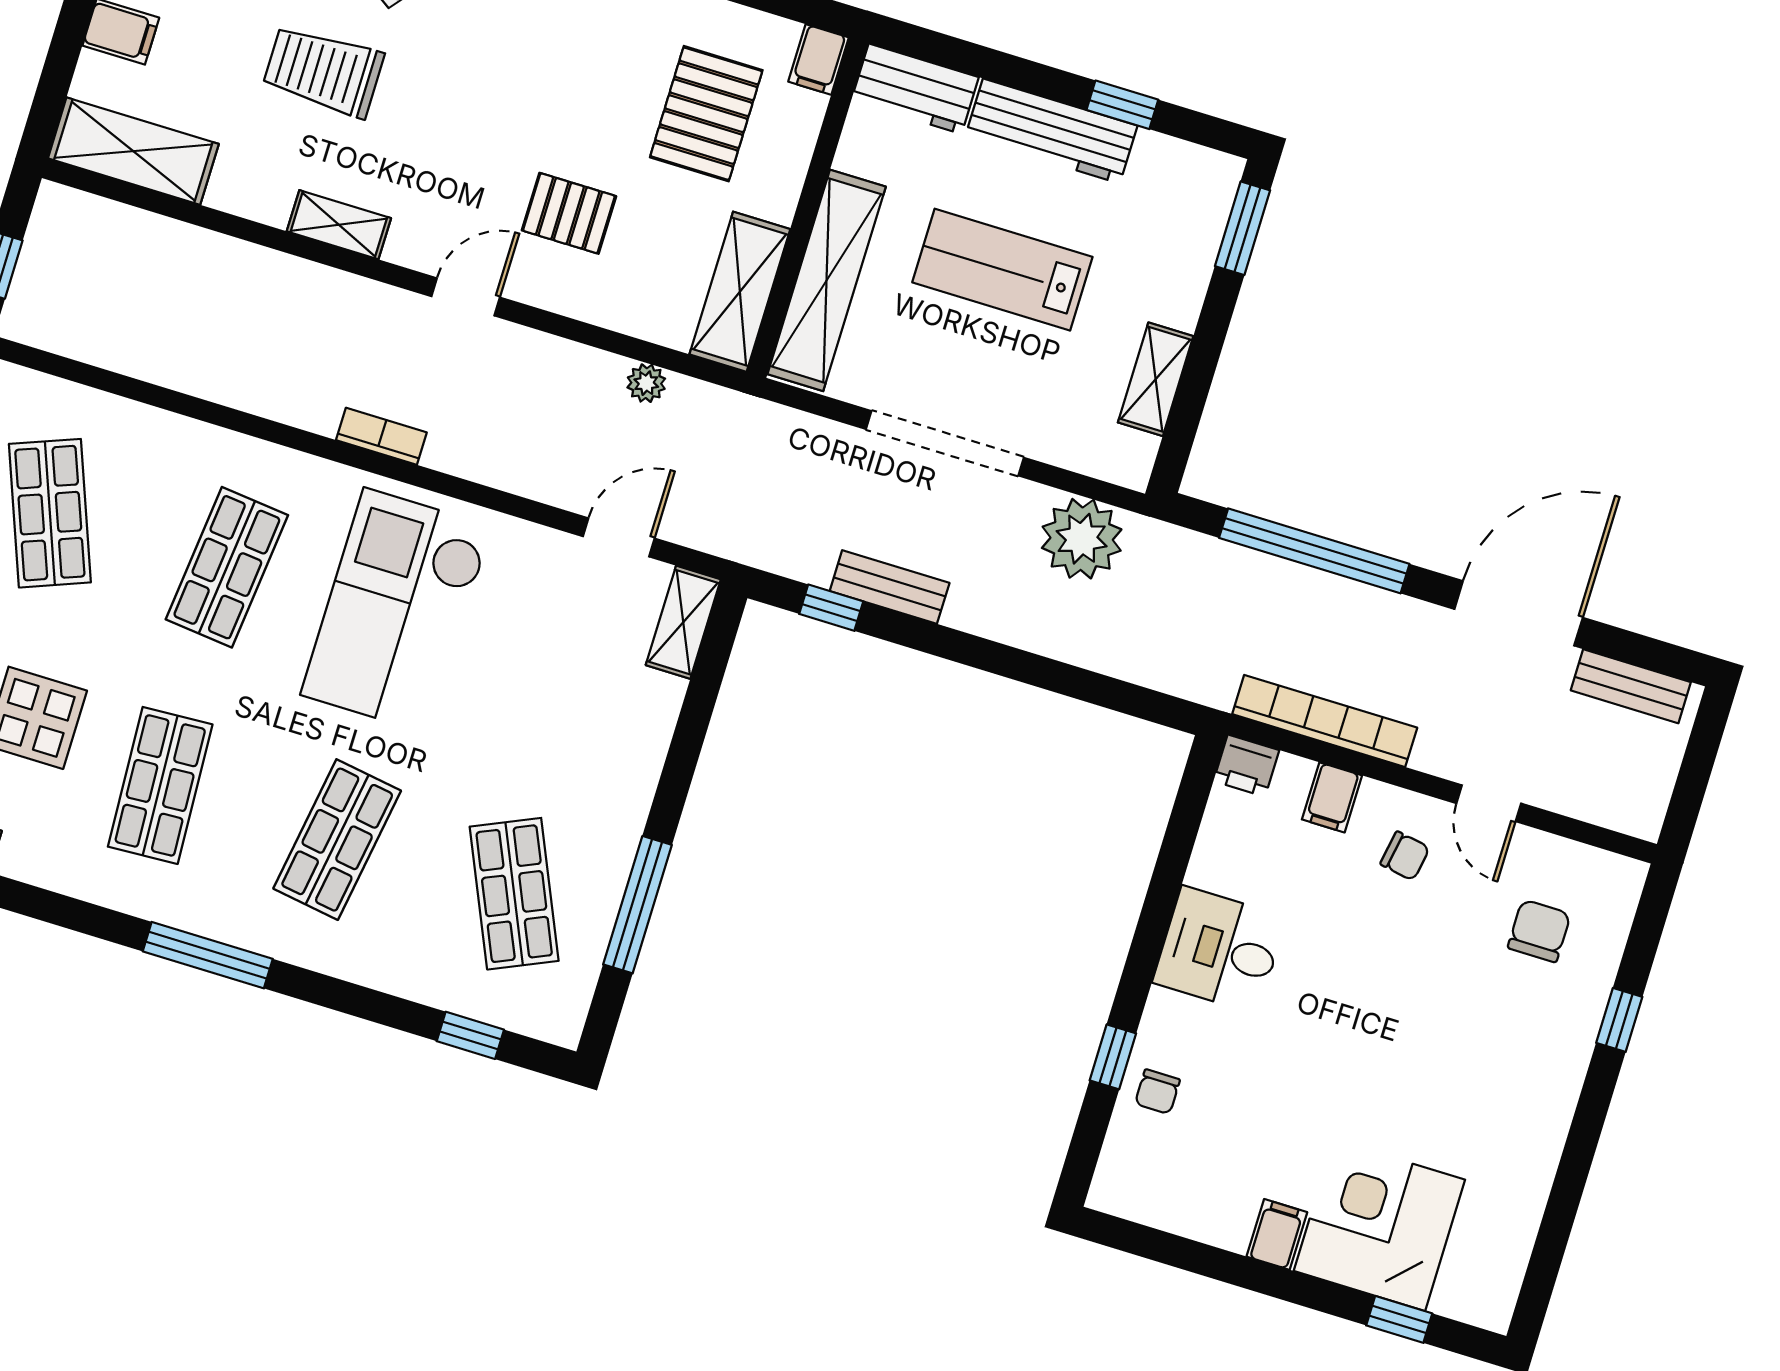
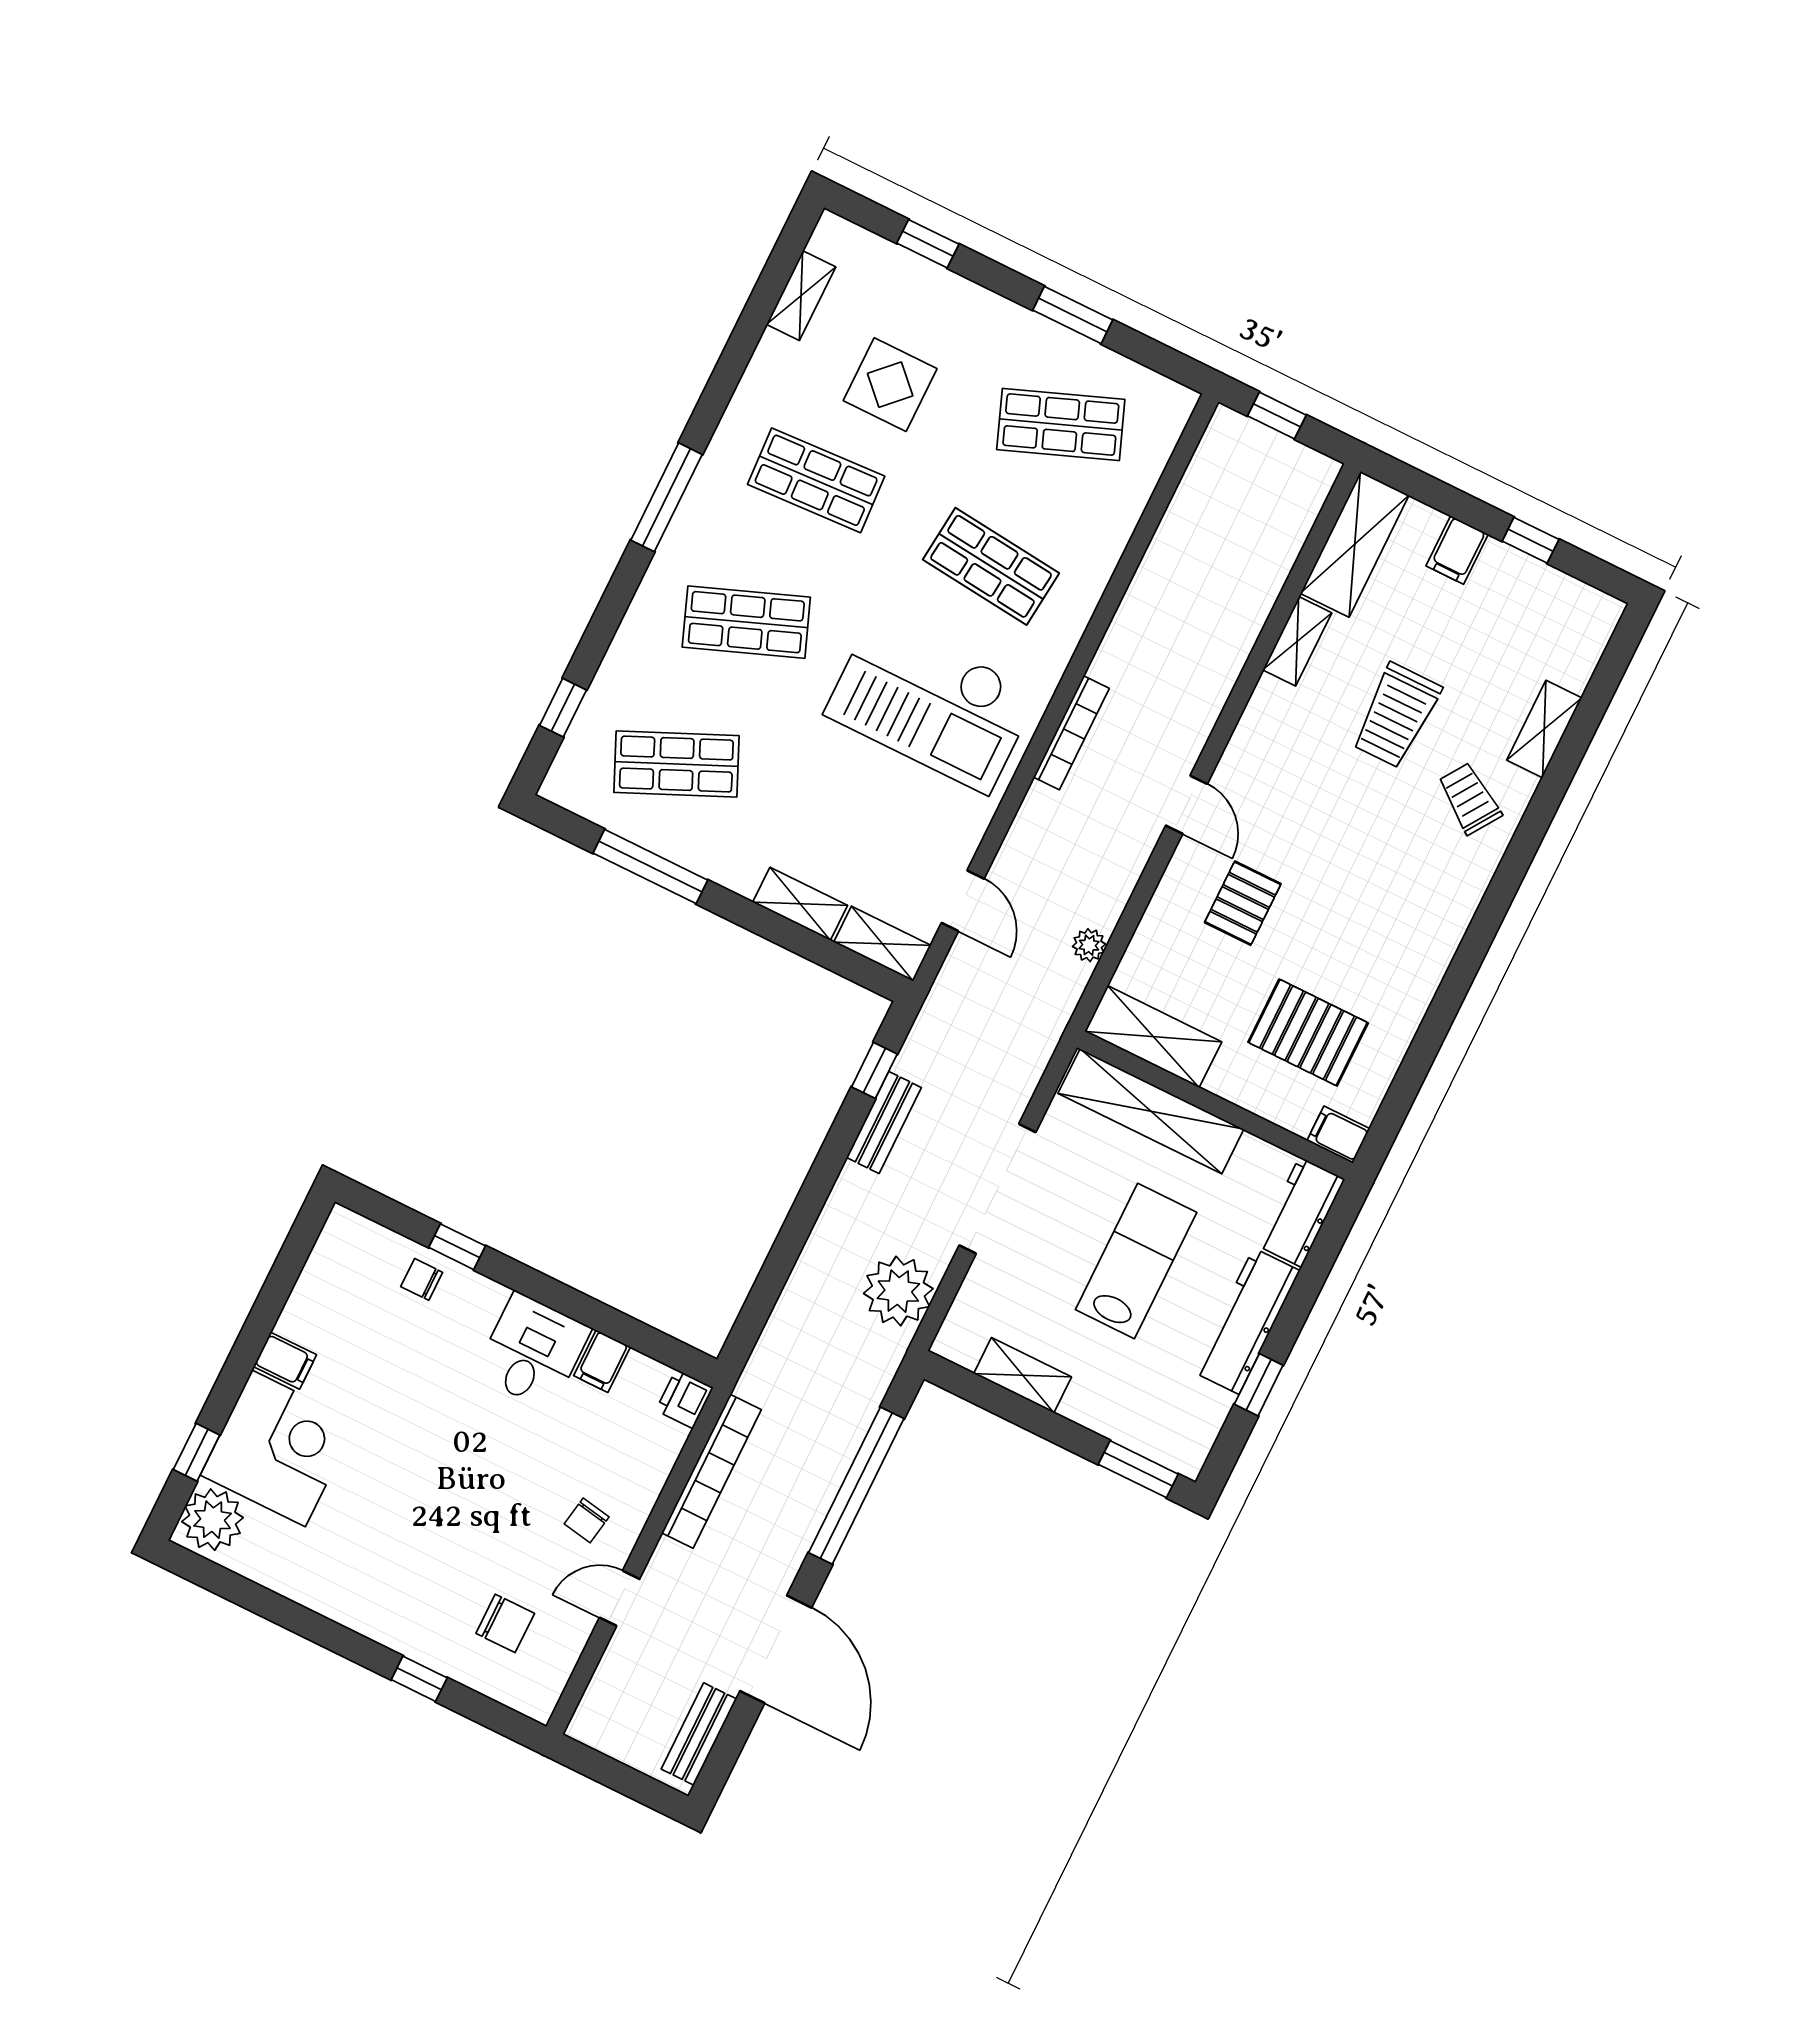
trolley: (323, 71) -> (1396, 715), turned 180
shelving: (339, 225) -> (1297, 641), moved
bookcase: (381, 436) -> (1071, 733), width x1.56
checkout: (397, 611) -> (931, 704), turned 180
shelving: (653, 725) -> (800, 904), added
filing cabinet: (1332, 797) -> (602, 1361), moved, turned -90
shop shelf: (337, 840) -> (746, 622), turned -30
plant: (1474, 1288) -> (213, 1520), added

